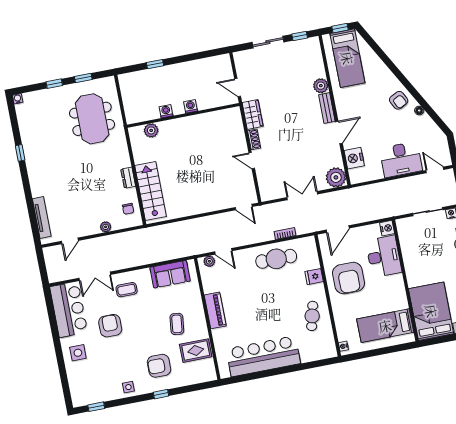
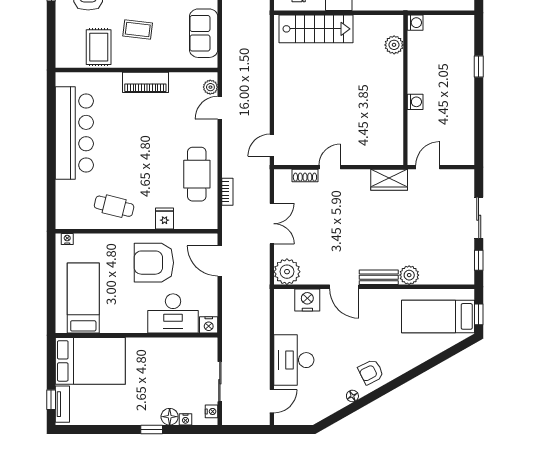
washing machine: (166, 111) -> (415, 23), moved
shoe rack: (254, 139) -> (305, 176), moved

